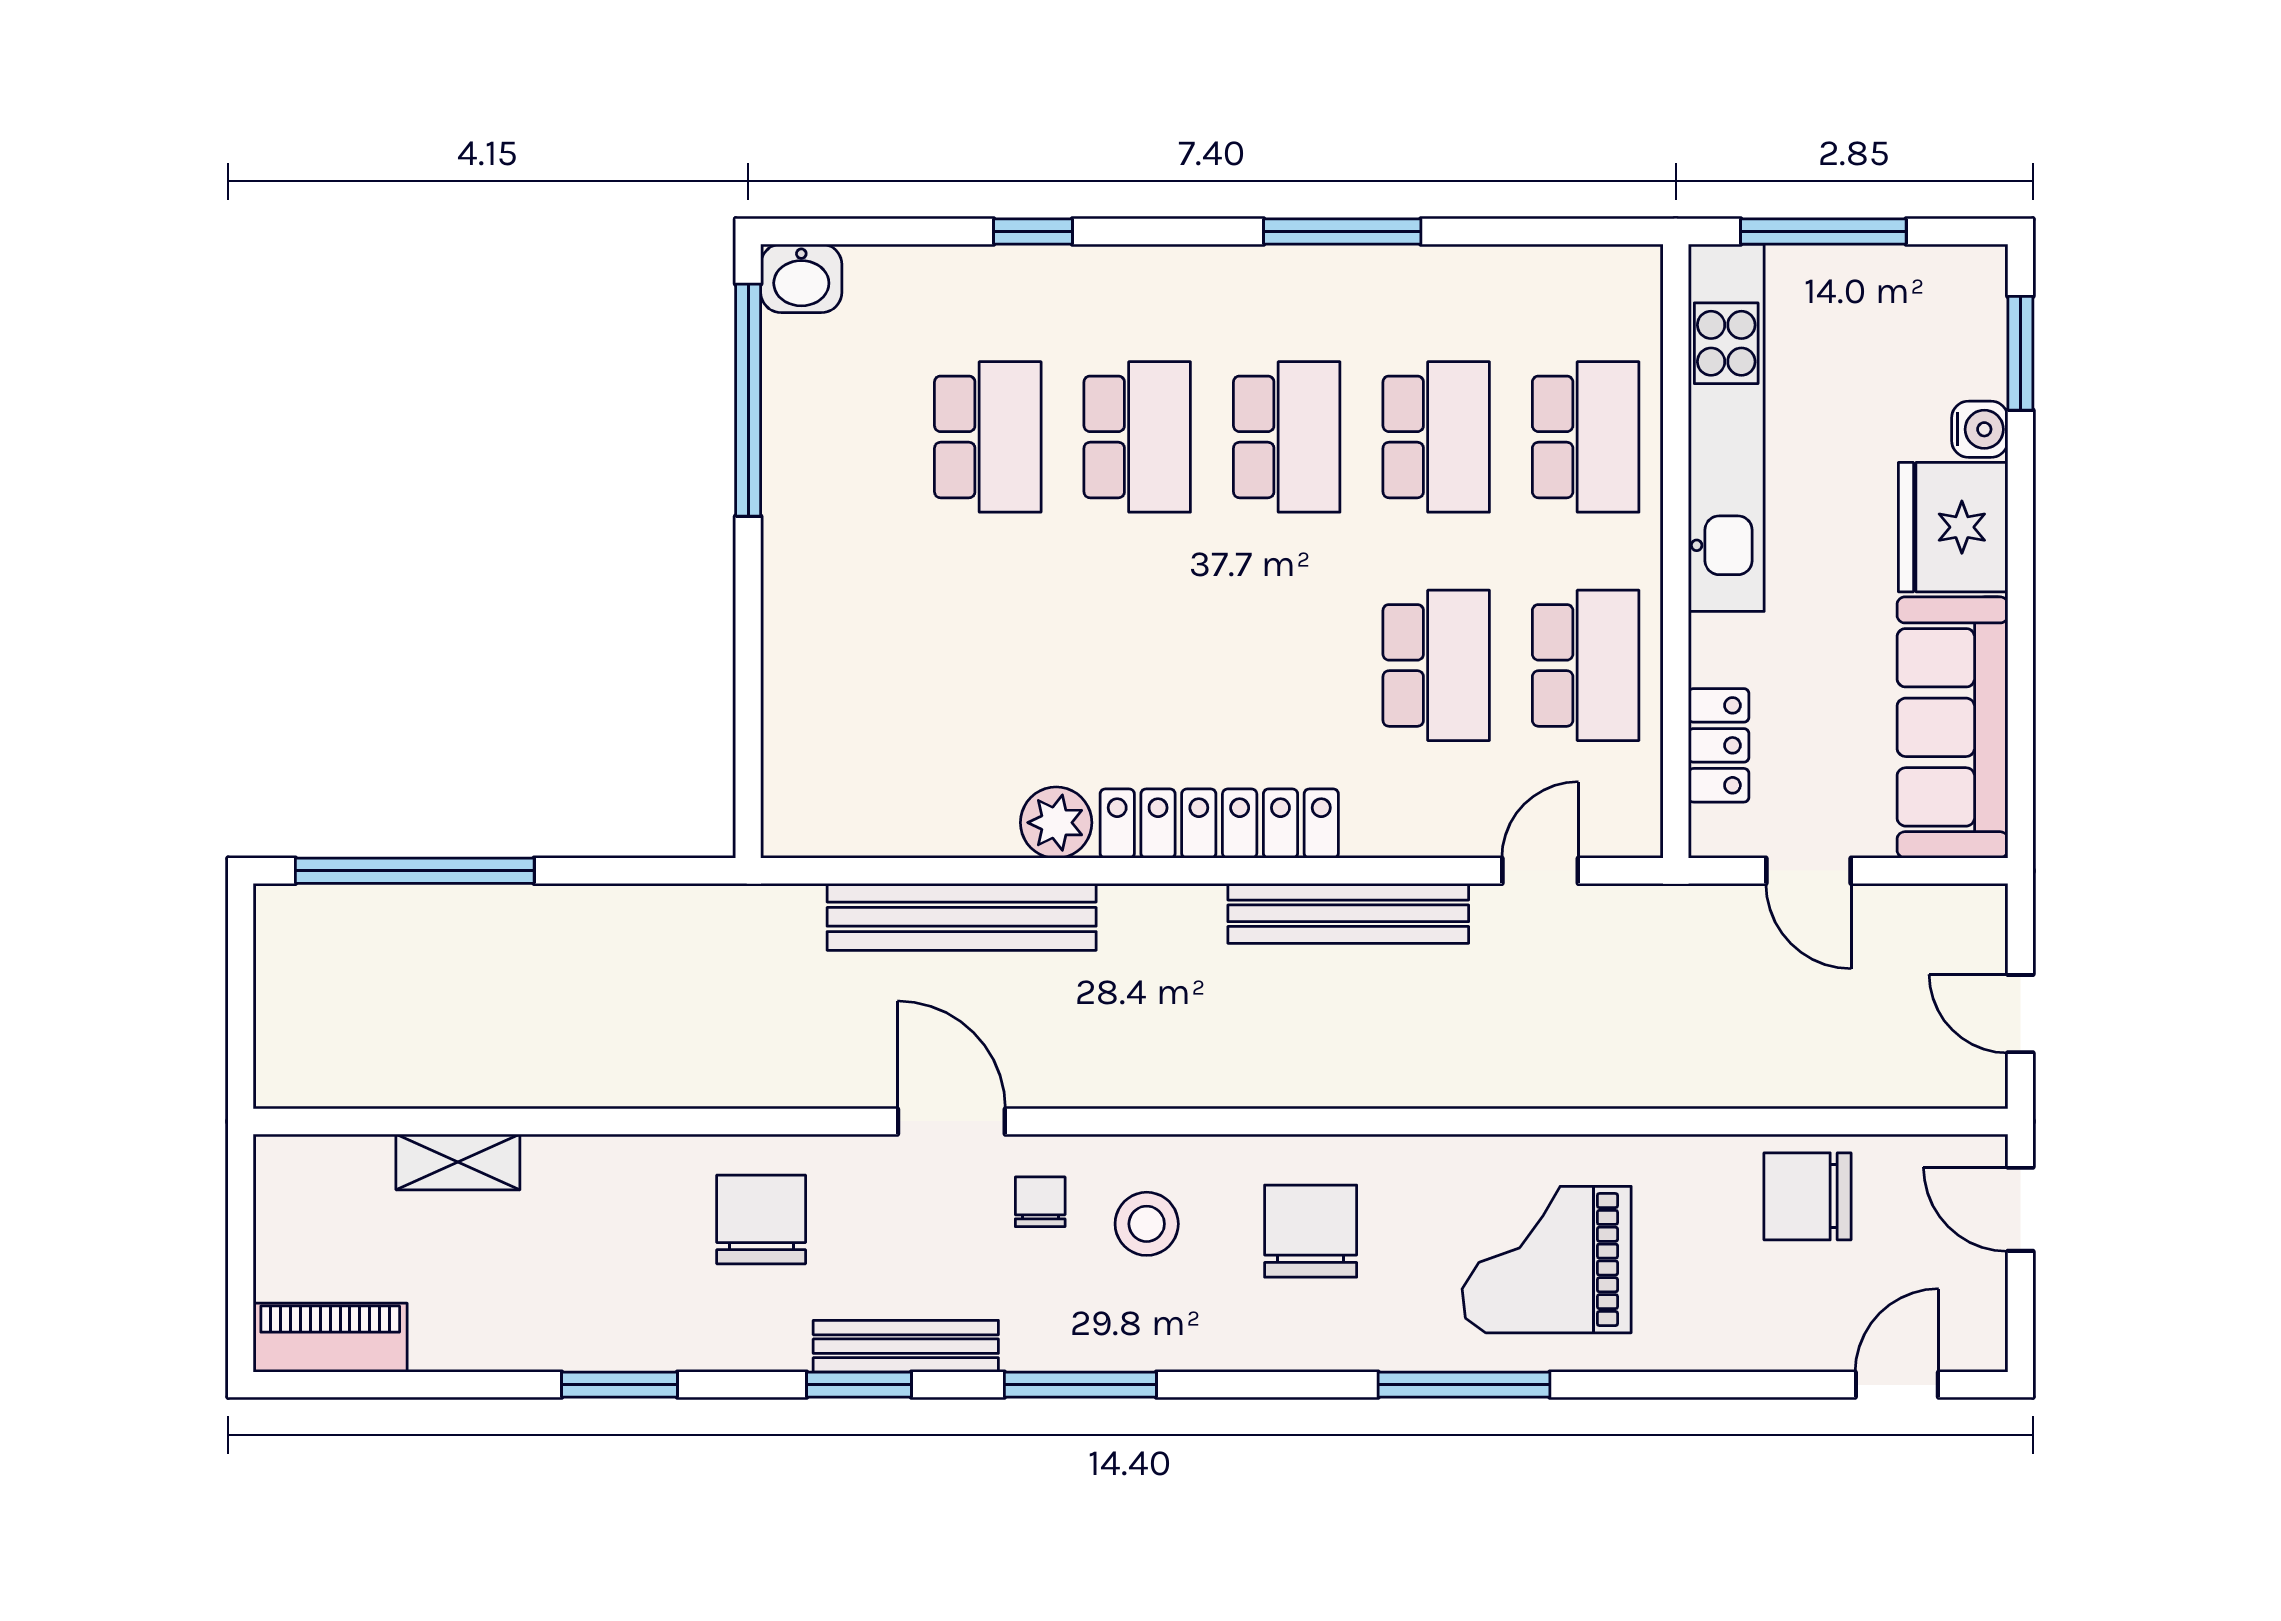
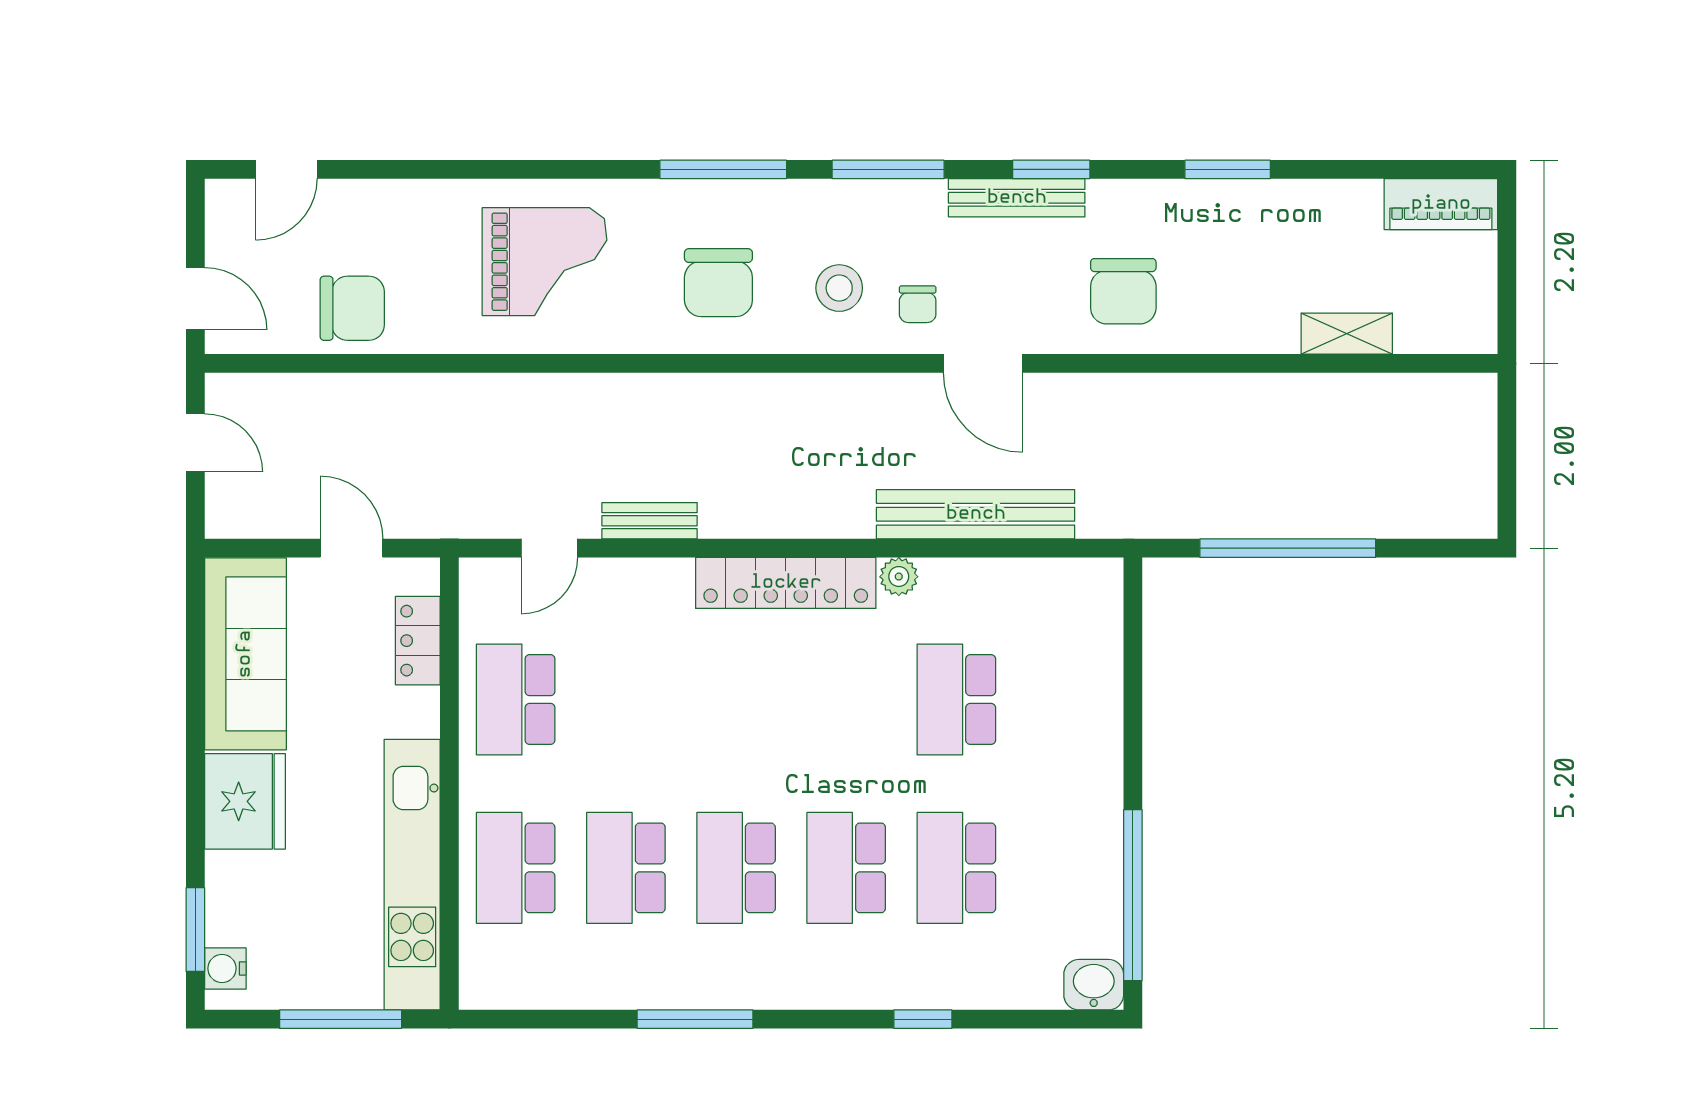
water cooler: (1980, 429) -> (225, 968), moved
school desk: (1436, 665) -> (956, 700), moved
plant: (1056, 823) -> (899, 577), width x0.73, depth x0.73
window: (415, 871) -> (1288, 548), moved
bench: (1348, 913) -> (650, 521), width x0.54, depth x0.82
window: (1464, 1385) -> (723, 169), moved

